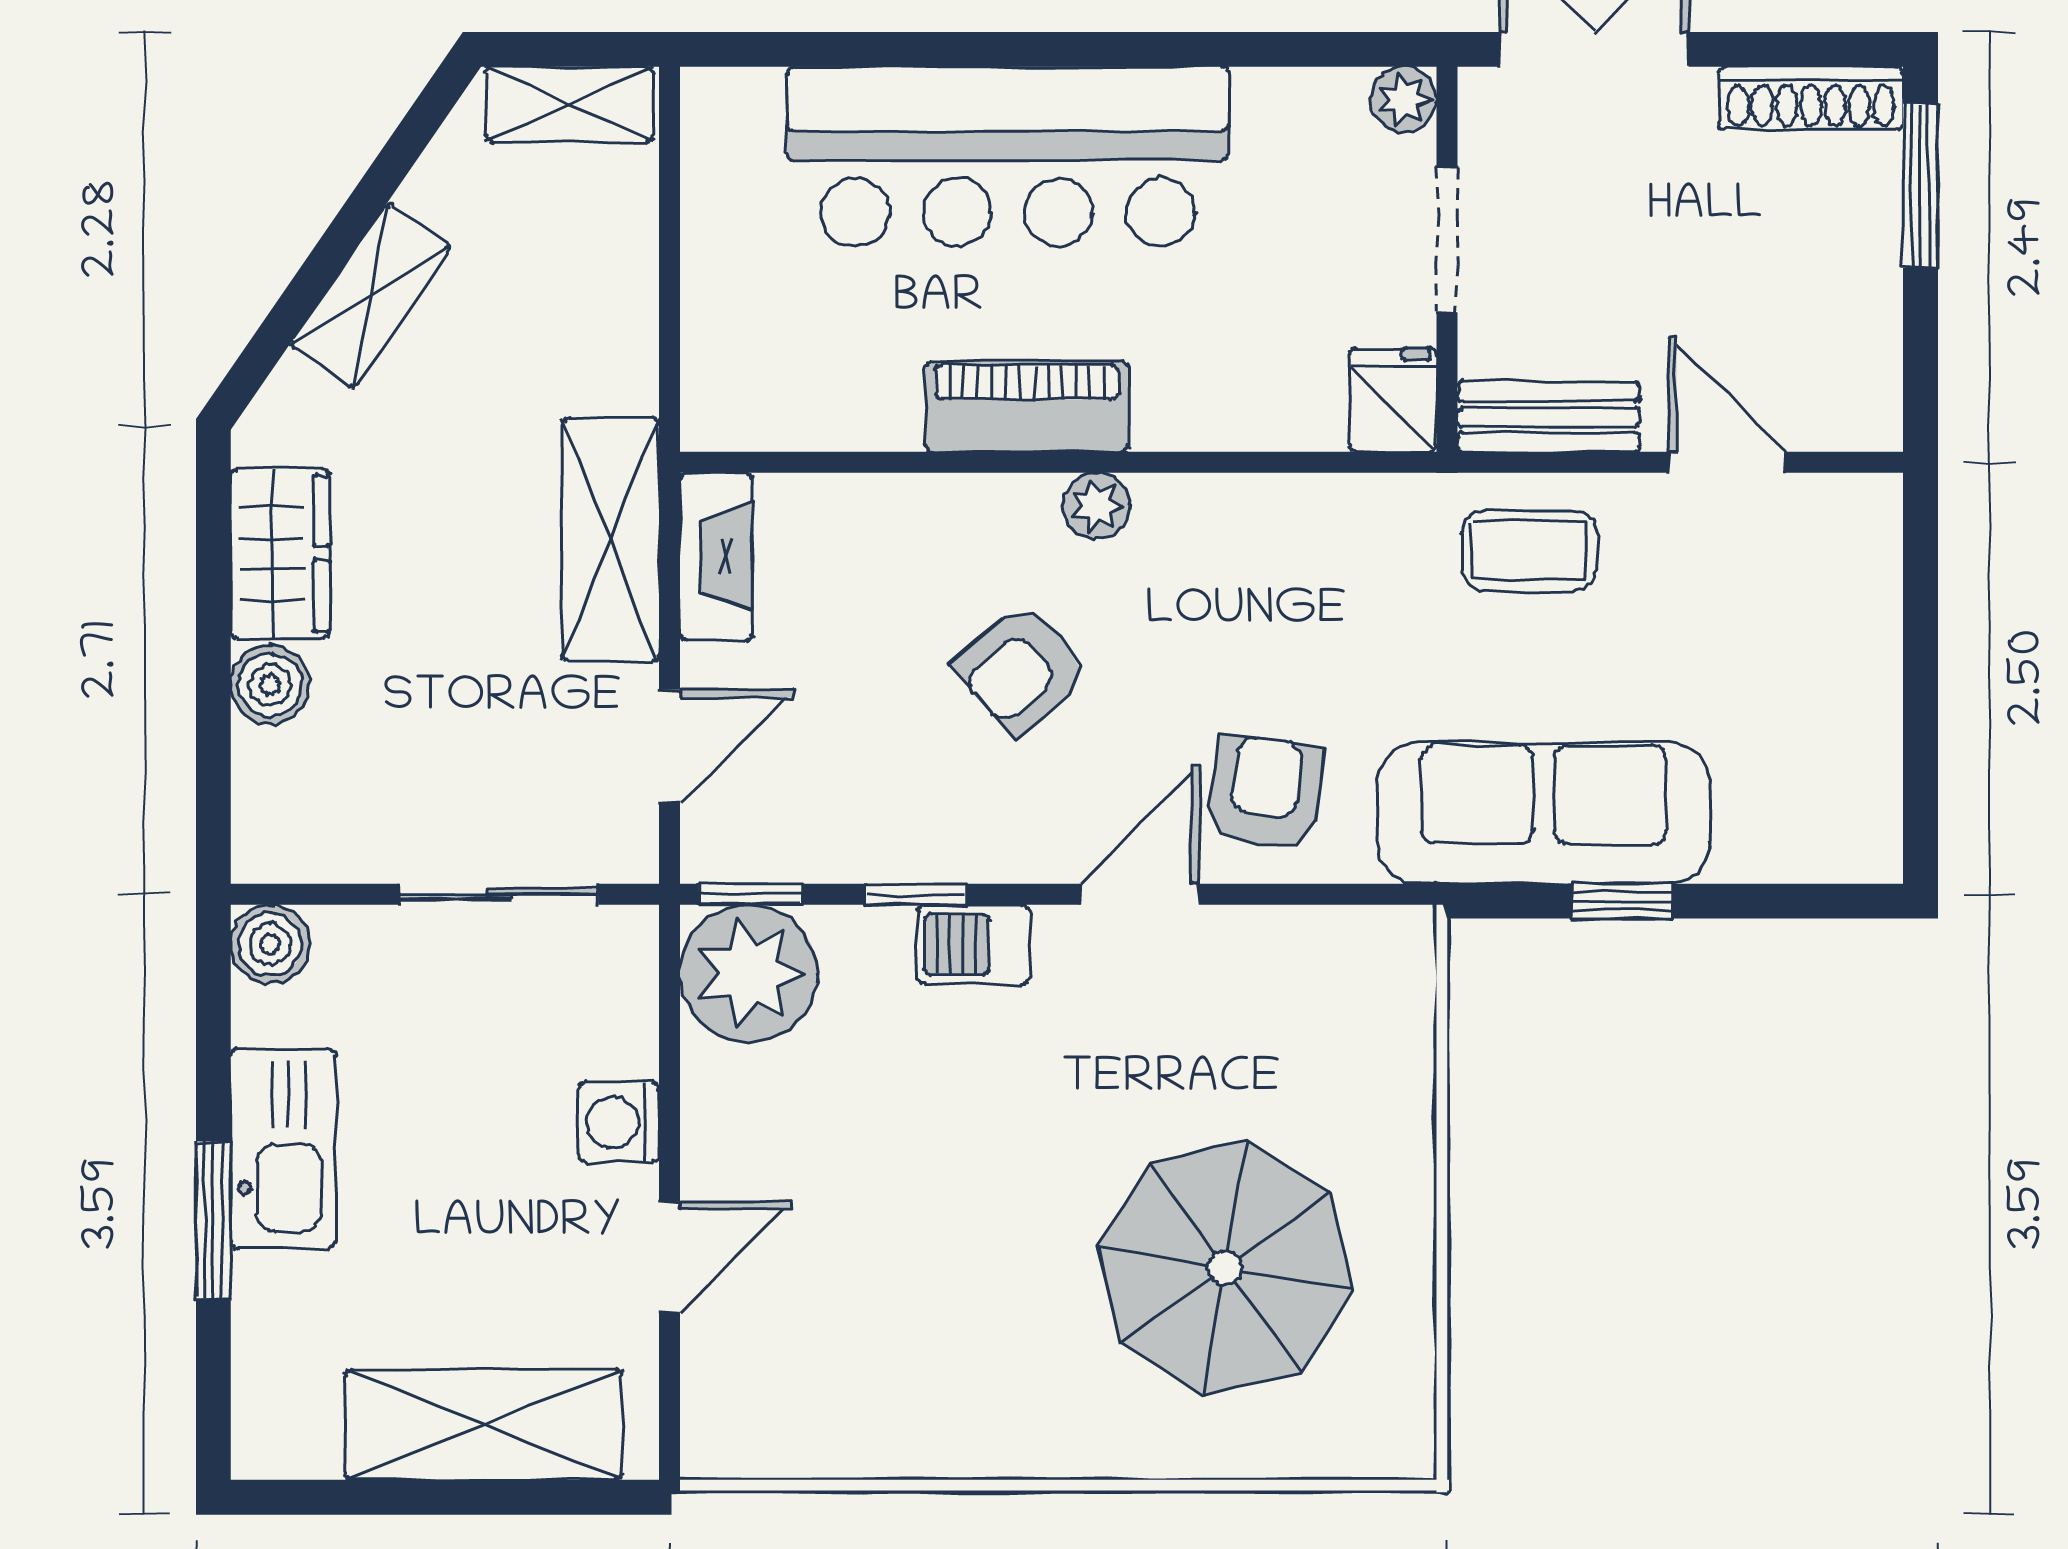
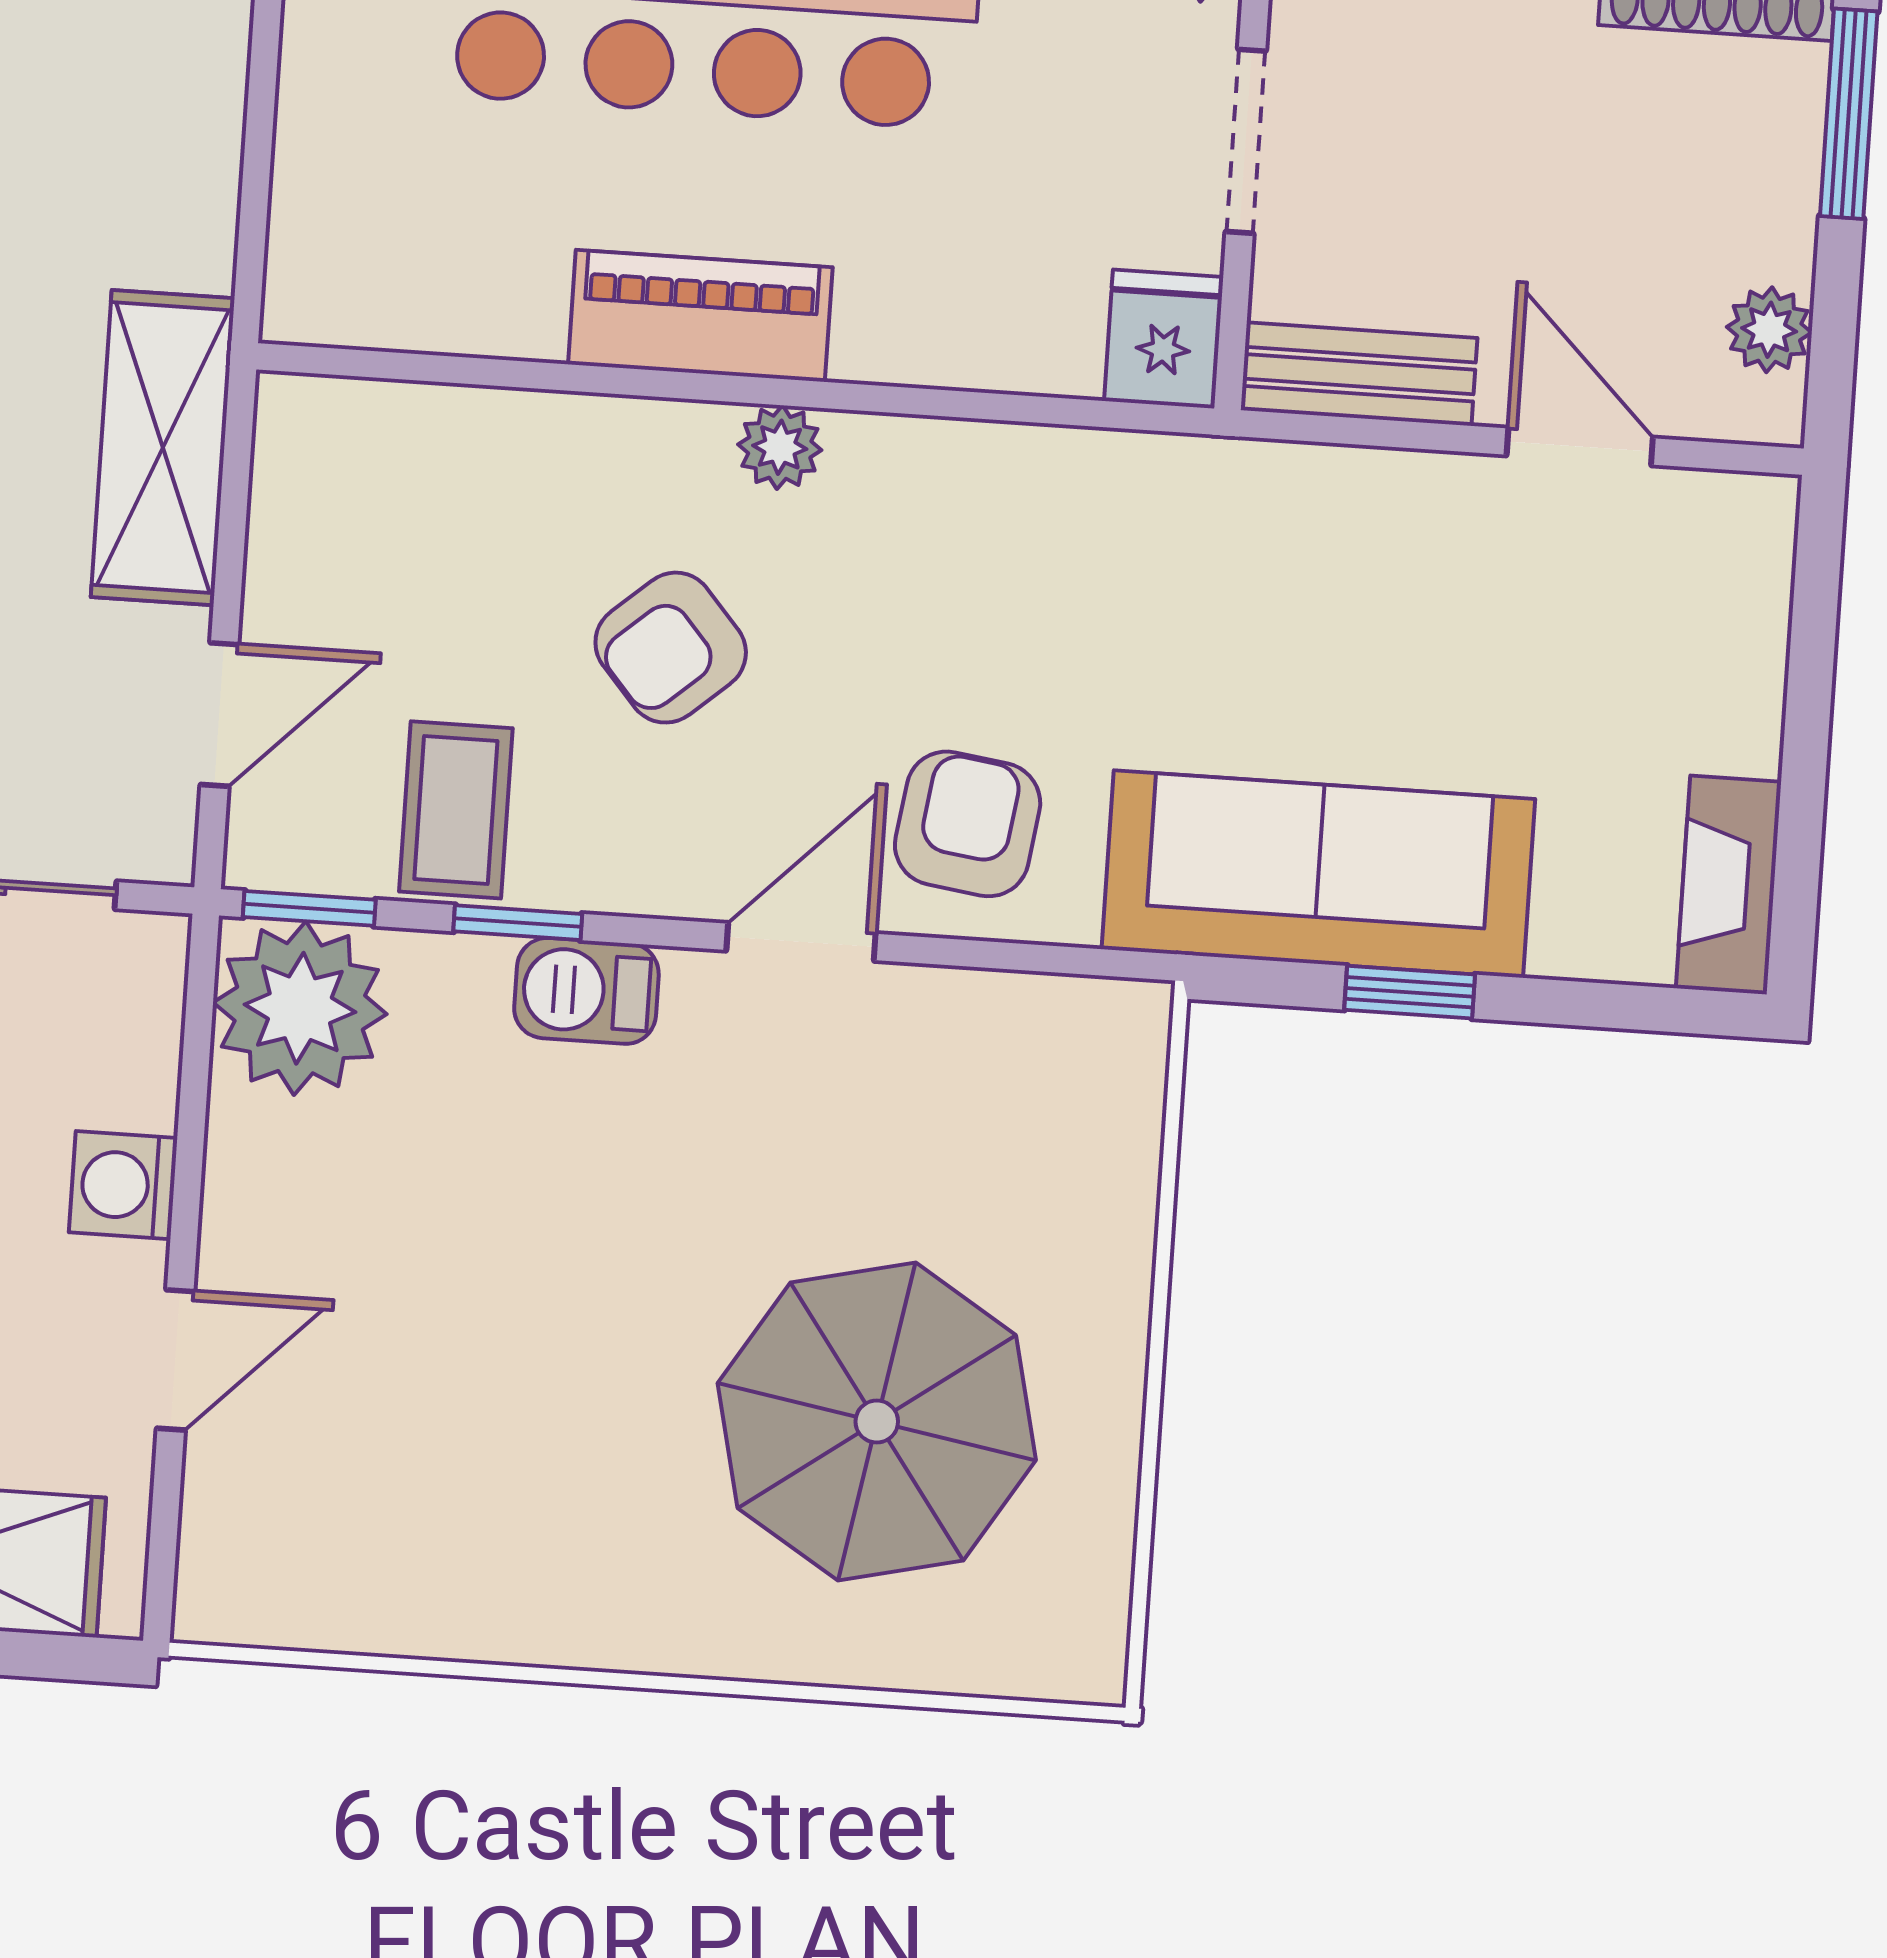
plant: (1869, 360) -> (1769, 330), added
coffee table: (1529, 550) -> (456, 810), moved, turned 90
fireplace: (716, 557) -> (1728, 885), moved, turned 180

